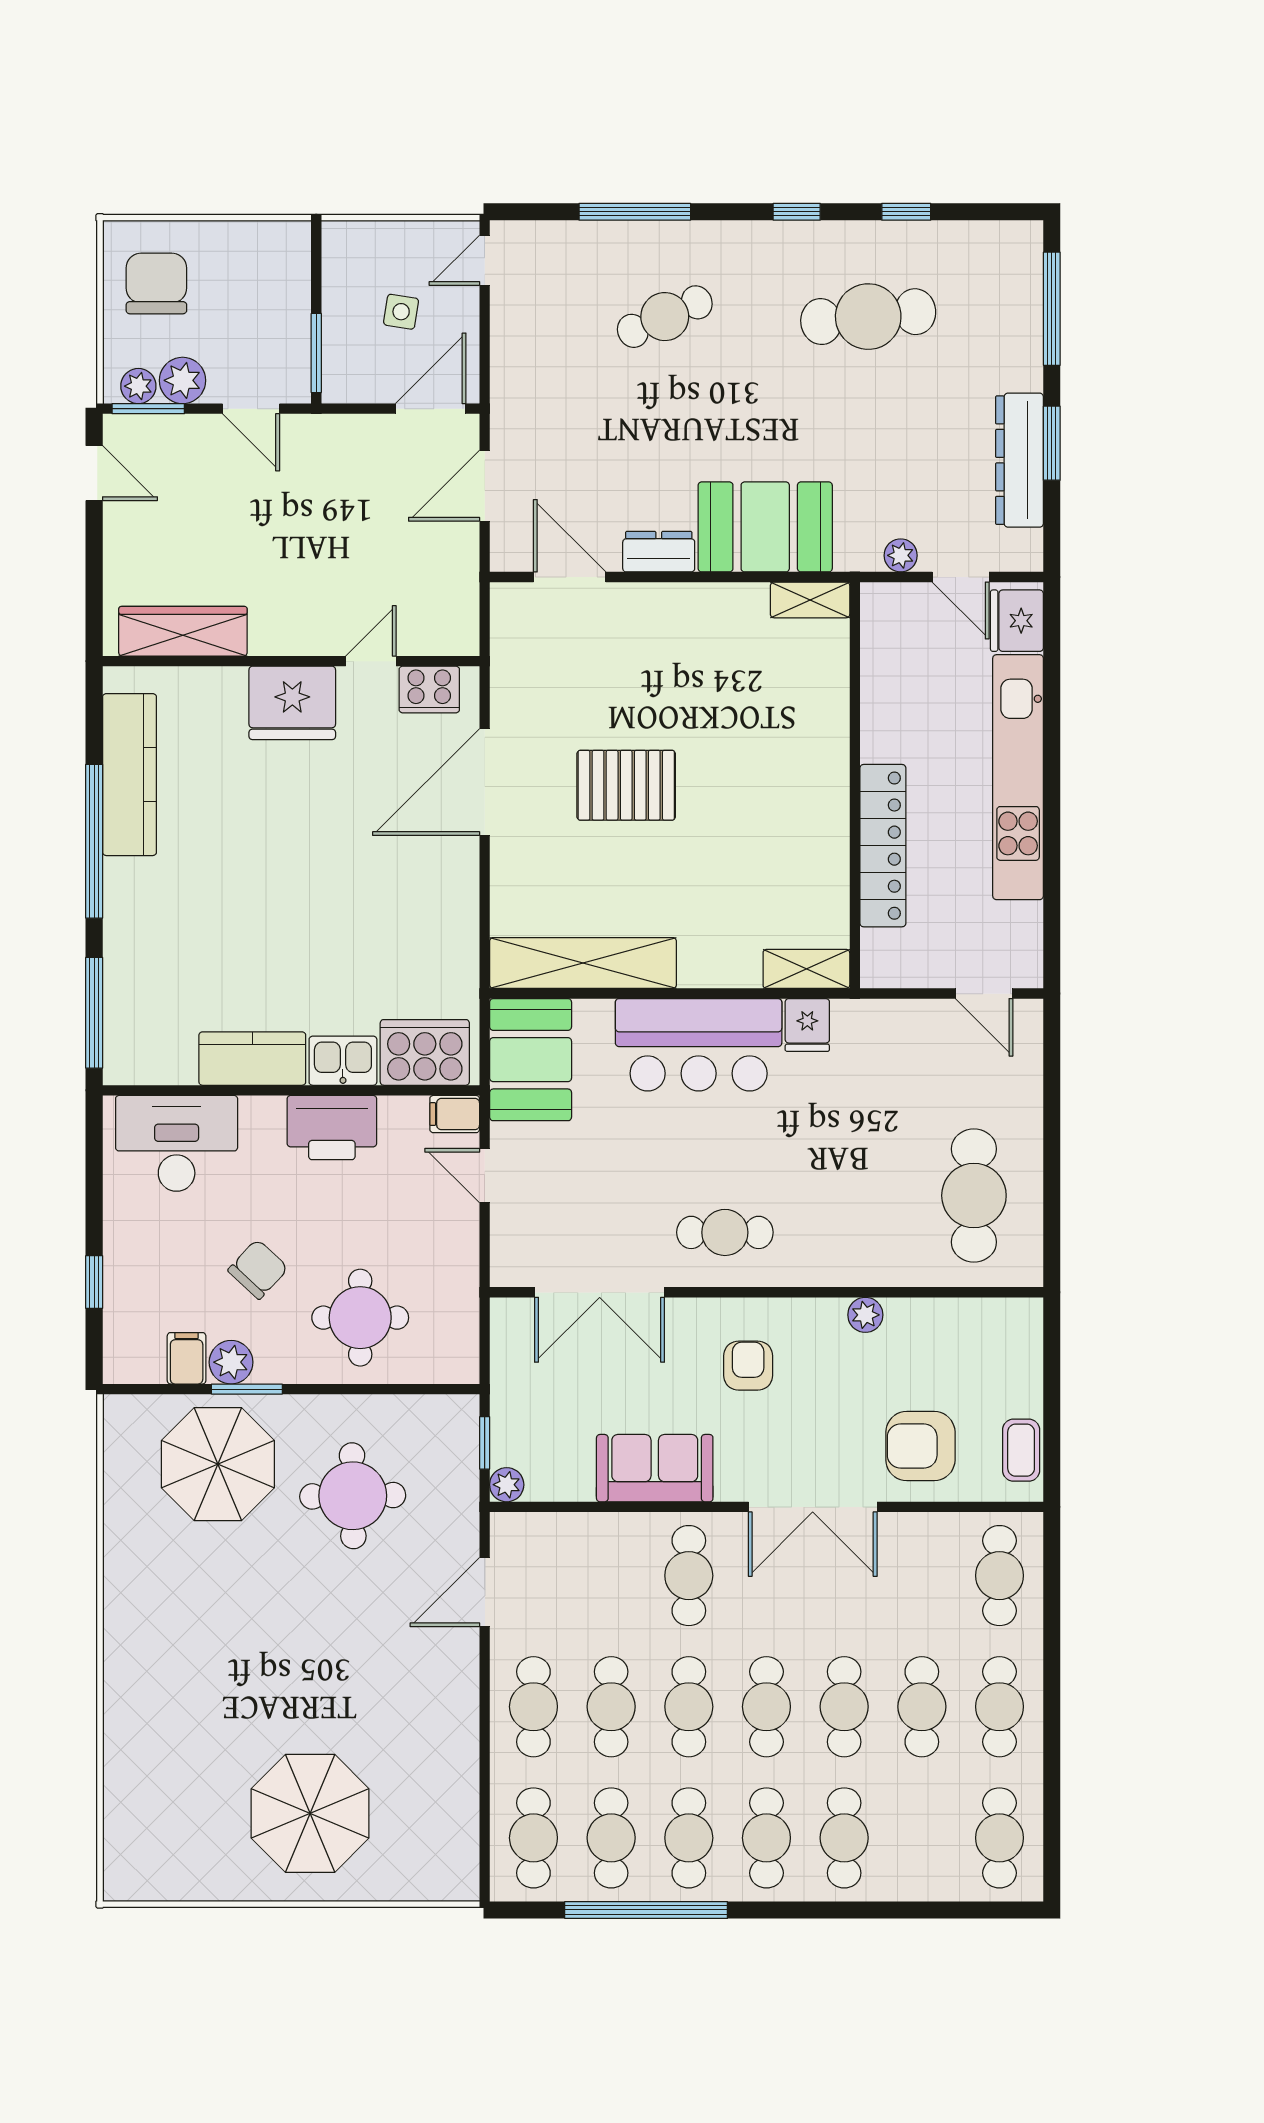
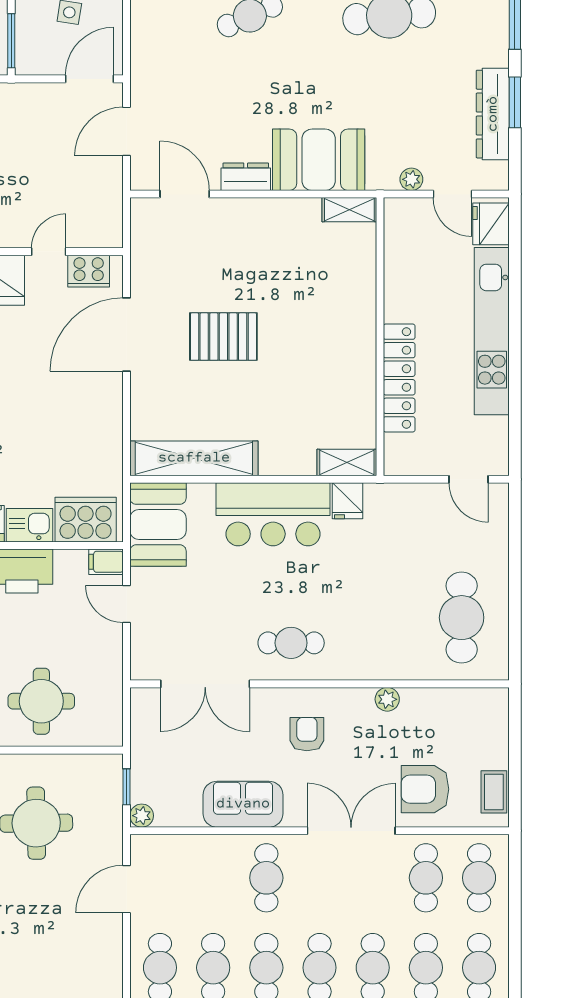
double door: (813, 1507) -> (351, 831), swing flipped
cafe table: (922, 1576) -> (426, 878), added

